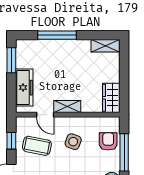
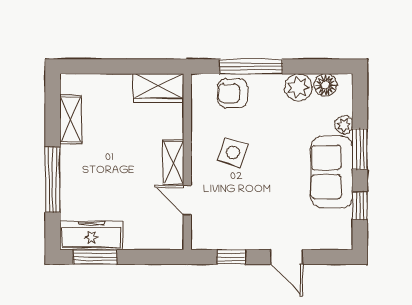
shelving: (106, 46) -> (71, 119), moved
freezer: (24, 88) -> (91, 235), moved
door: (45, 115) -> (187, 200), swing flipped
coffee table: (37, 146) -> (240, 214), removed

